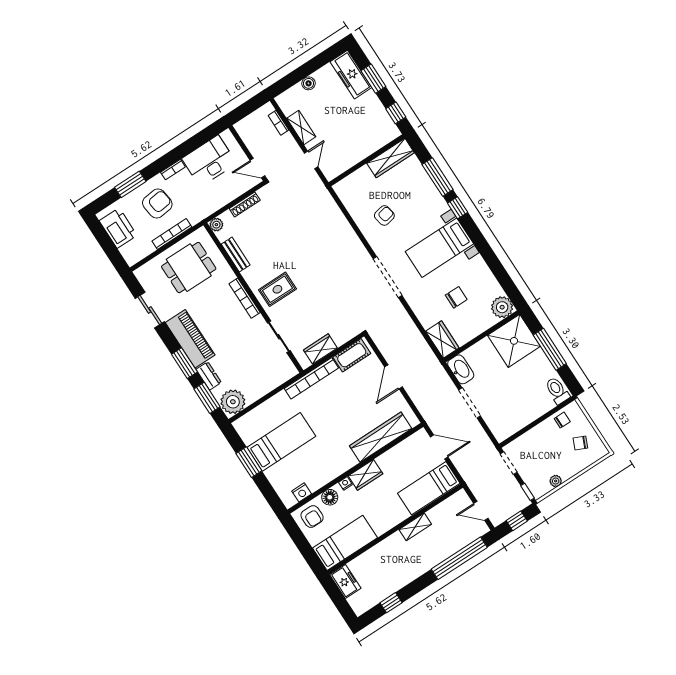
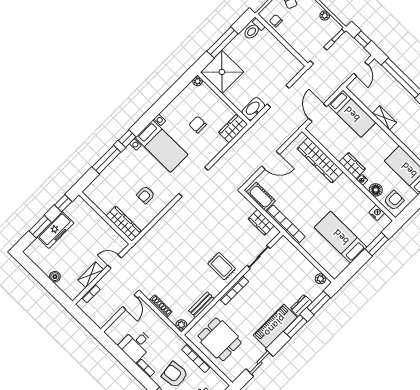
freezer: (351, 75) -> (56, 230), moved
wardrobe: (391, 158) -> (124, 224), moved
desk: (209, 161) -> (136, 345), width x0.73
armchair: (384, 215) -> (146, 195), turned -79
plant: (502, 307) -> (198, 81), width x0.53, depth x0.53
plant: (233, 402) -> (321, 279), width x0.53, depth x0.53
window: (249, 462) -> (377, 244), moved

